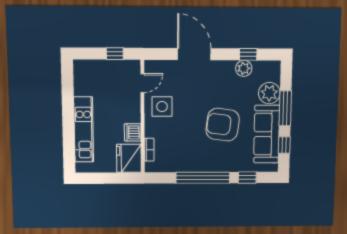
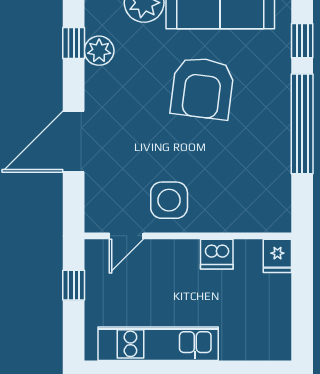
door: (142, 83) -> (126, 236), swing flipped
kitchen unit: (84, 129) -> (158, 344), moved
bookcase: (149, 150) -> (249, 224), removed
fridge: (129, 158) -> (277, 256), width x0.53, depth x0.75

